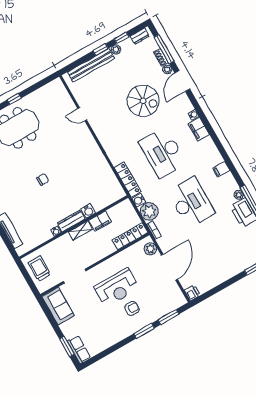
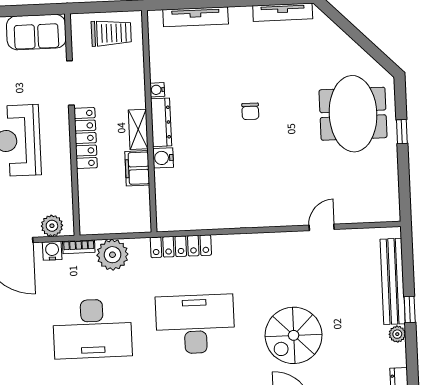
window: (121, 38) -> (412, 352), removed
water cooler: (139, 200) -> (52, 251), moved
locker: (130, 236) -> (86, 138), moved

